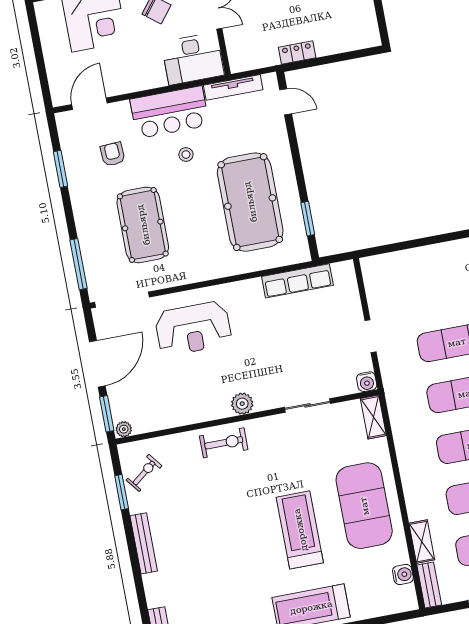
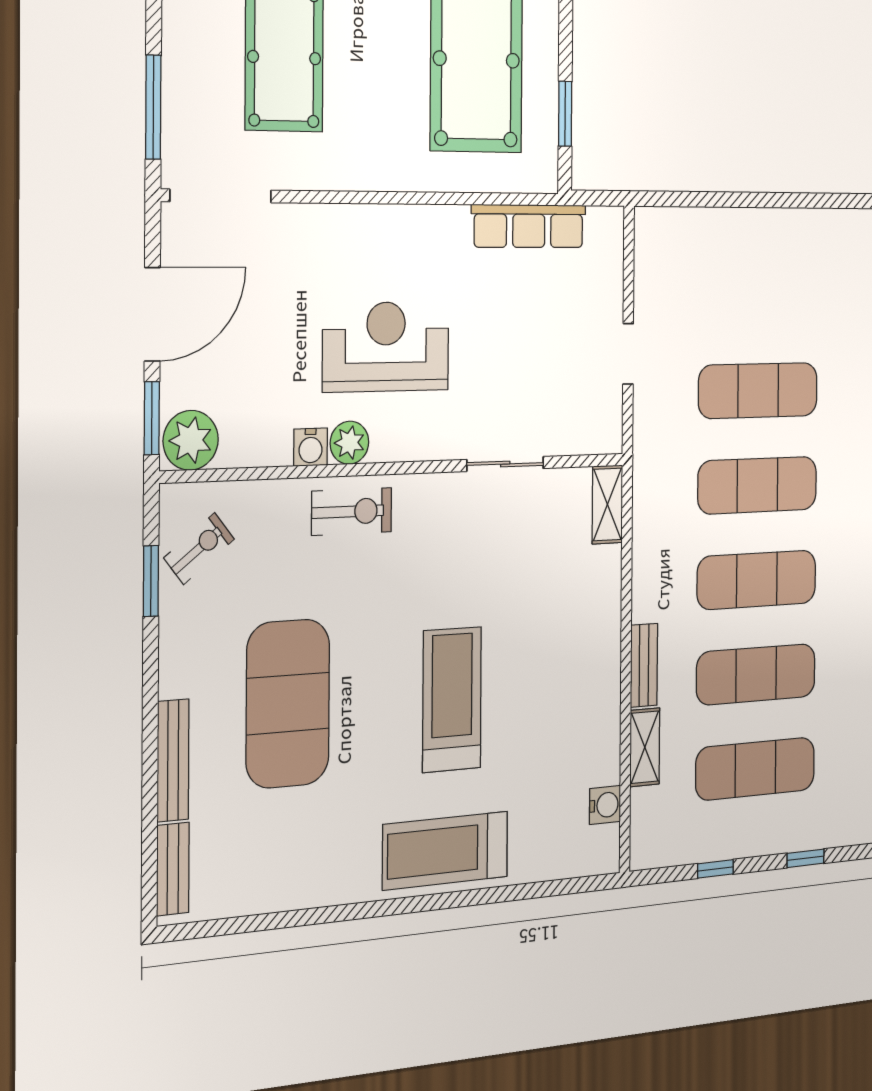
reception desk: (193, 328) -> (386, 347), moved, turned 180
water cooler: (367, 382) -> (311, 447), moved
plant: (242, 404) -> (349, 443), moved
plant: (124, 429) -> (191, 440), width x1.87, depth x1.87
exercise mat: (364, 506) -> (288, 704), moved
bench: (144, 543) -> (173, 760), moved
bench: (429, 585) -> (644, 665), moved

